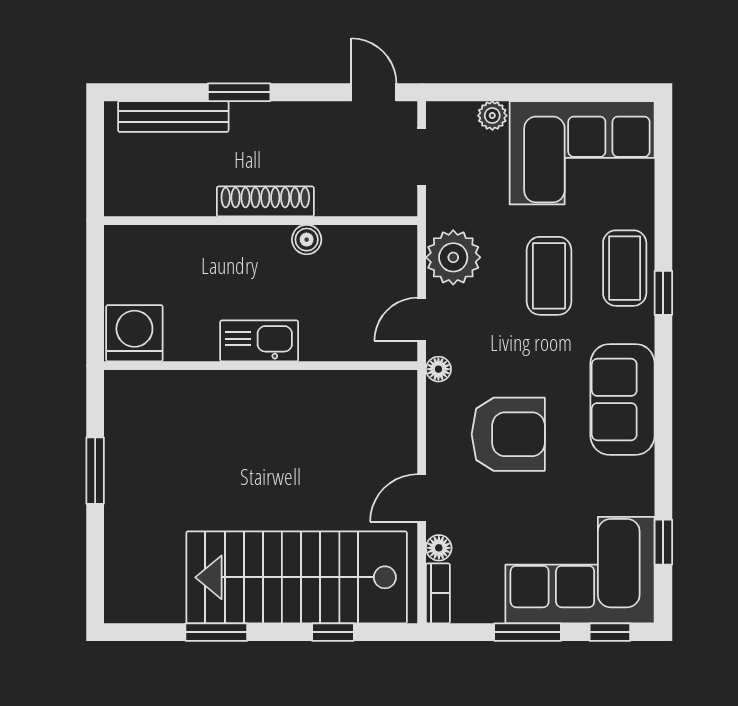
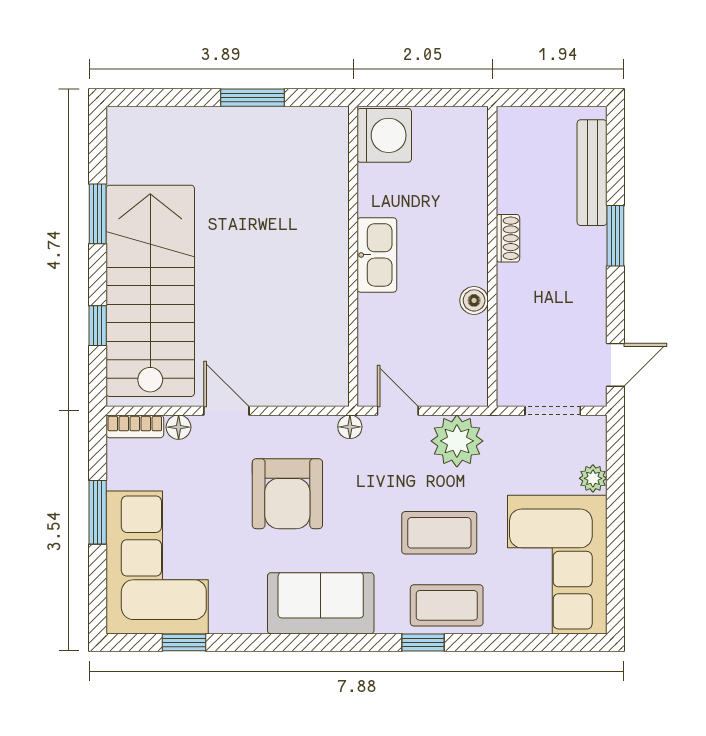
shoe rack: (265, 201) -> (508, 238), width x0.51, depth x0.81
window: (610, 632) -> (98, 591), removed

